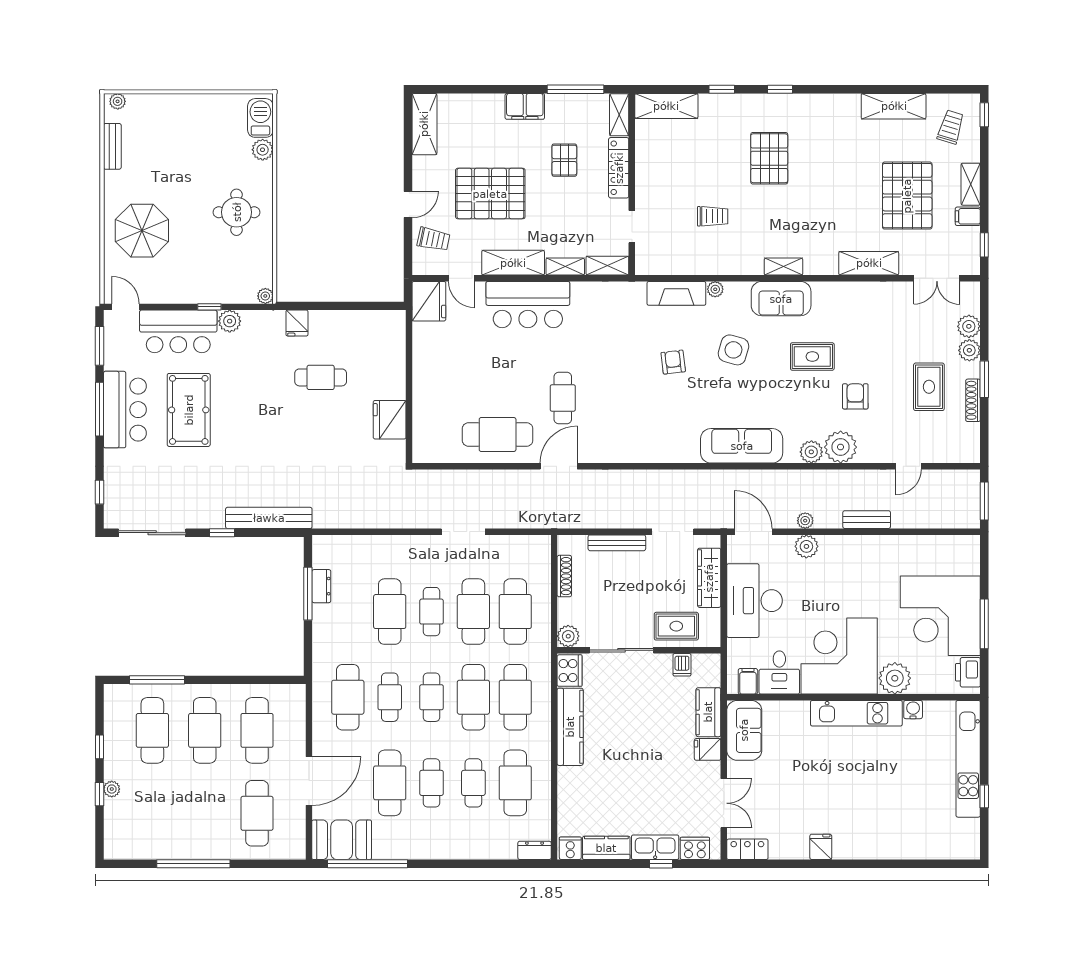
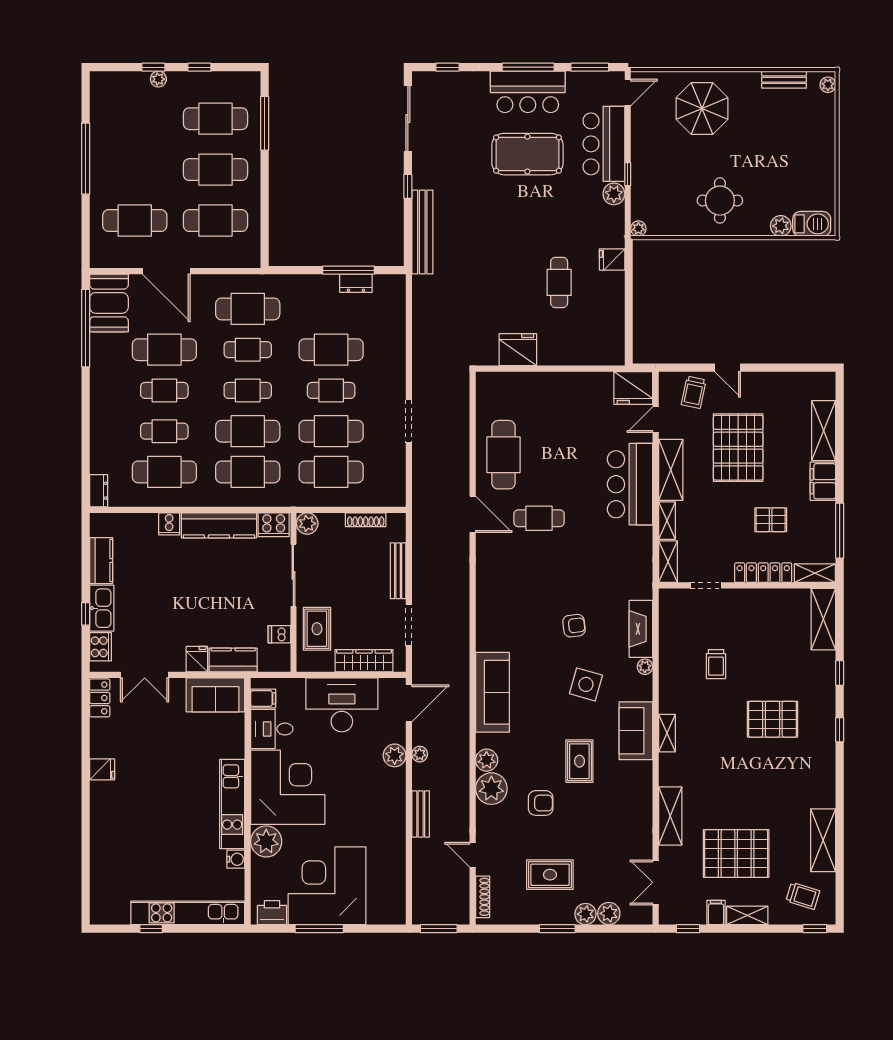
shelving: (424, 124) -> (824, 431), moved, turned 90
shoe rack: (973, 400) -> (483, 897), moved, turned 90
cooker: (570, 848) -> (169, 524), moved, turned 90

